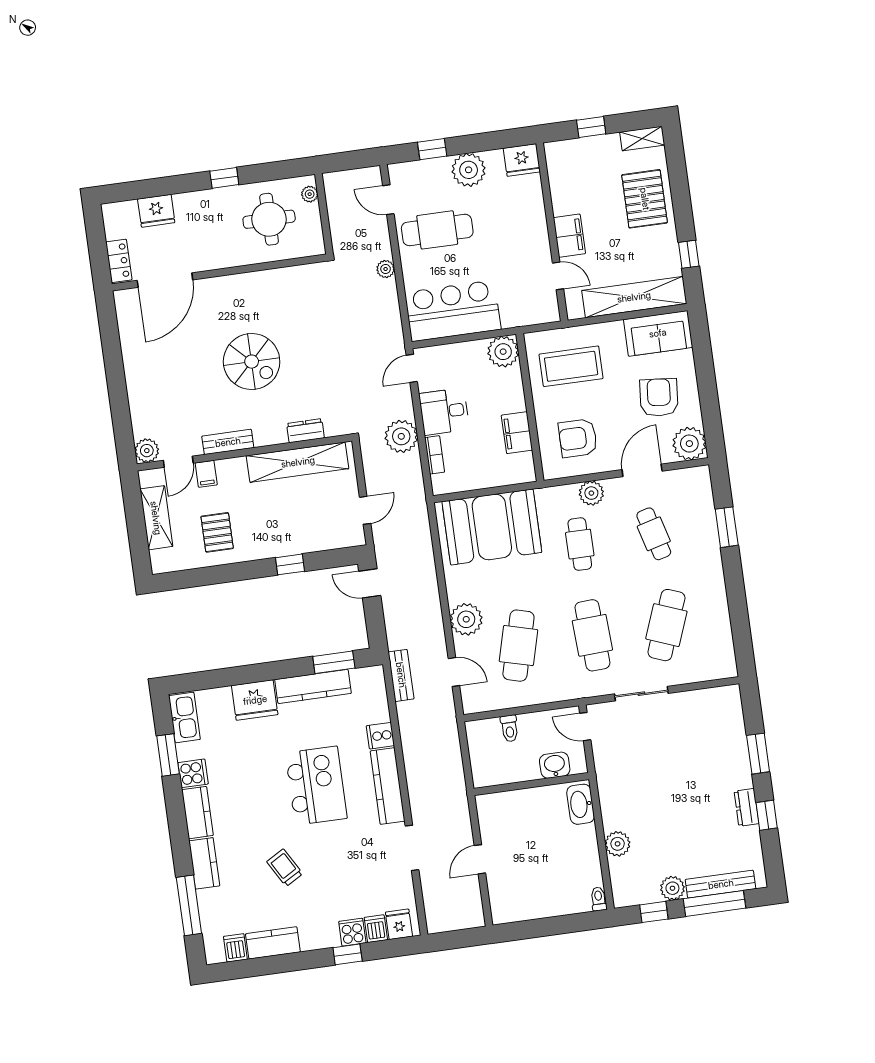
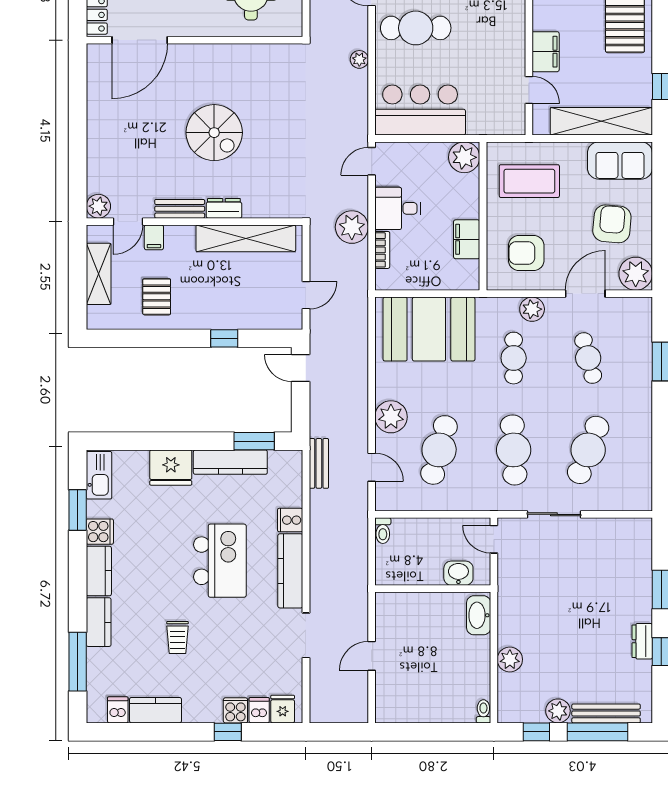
dresser: (305, 431) -> (224, 208), moved
toilet: (509, 728) -> (383, 531), moved
trolley: (285, 868) -> (178, 637), turned -150

